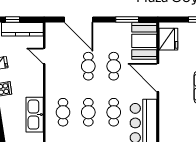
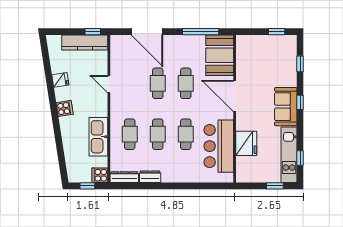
window: (13, 19) -> (93, 32), moved
window: (127, 19) -> (201, 32), width x1.44
fridge: (168, 39) -> (246, 143), moved
door: (44, 56) -> (109, 84), moved

